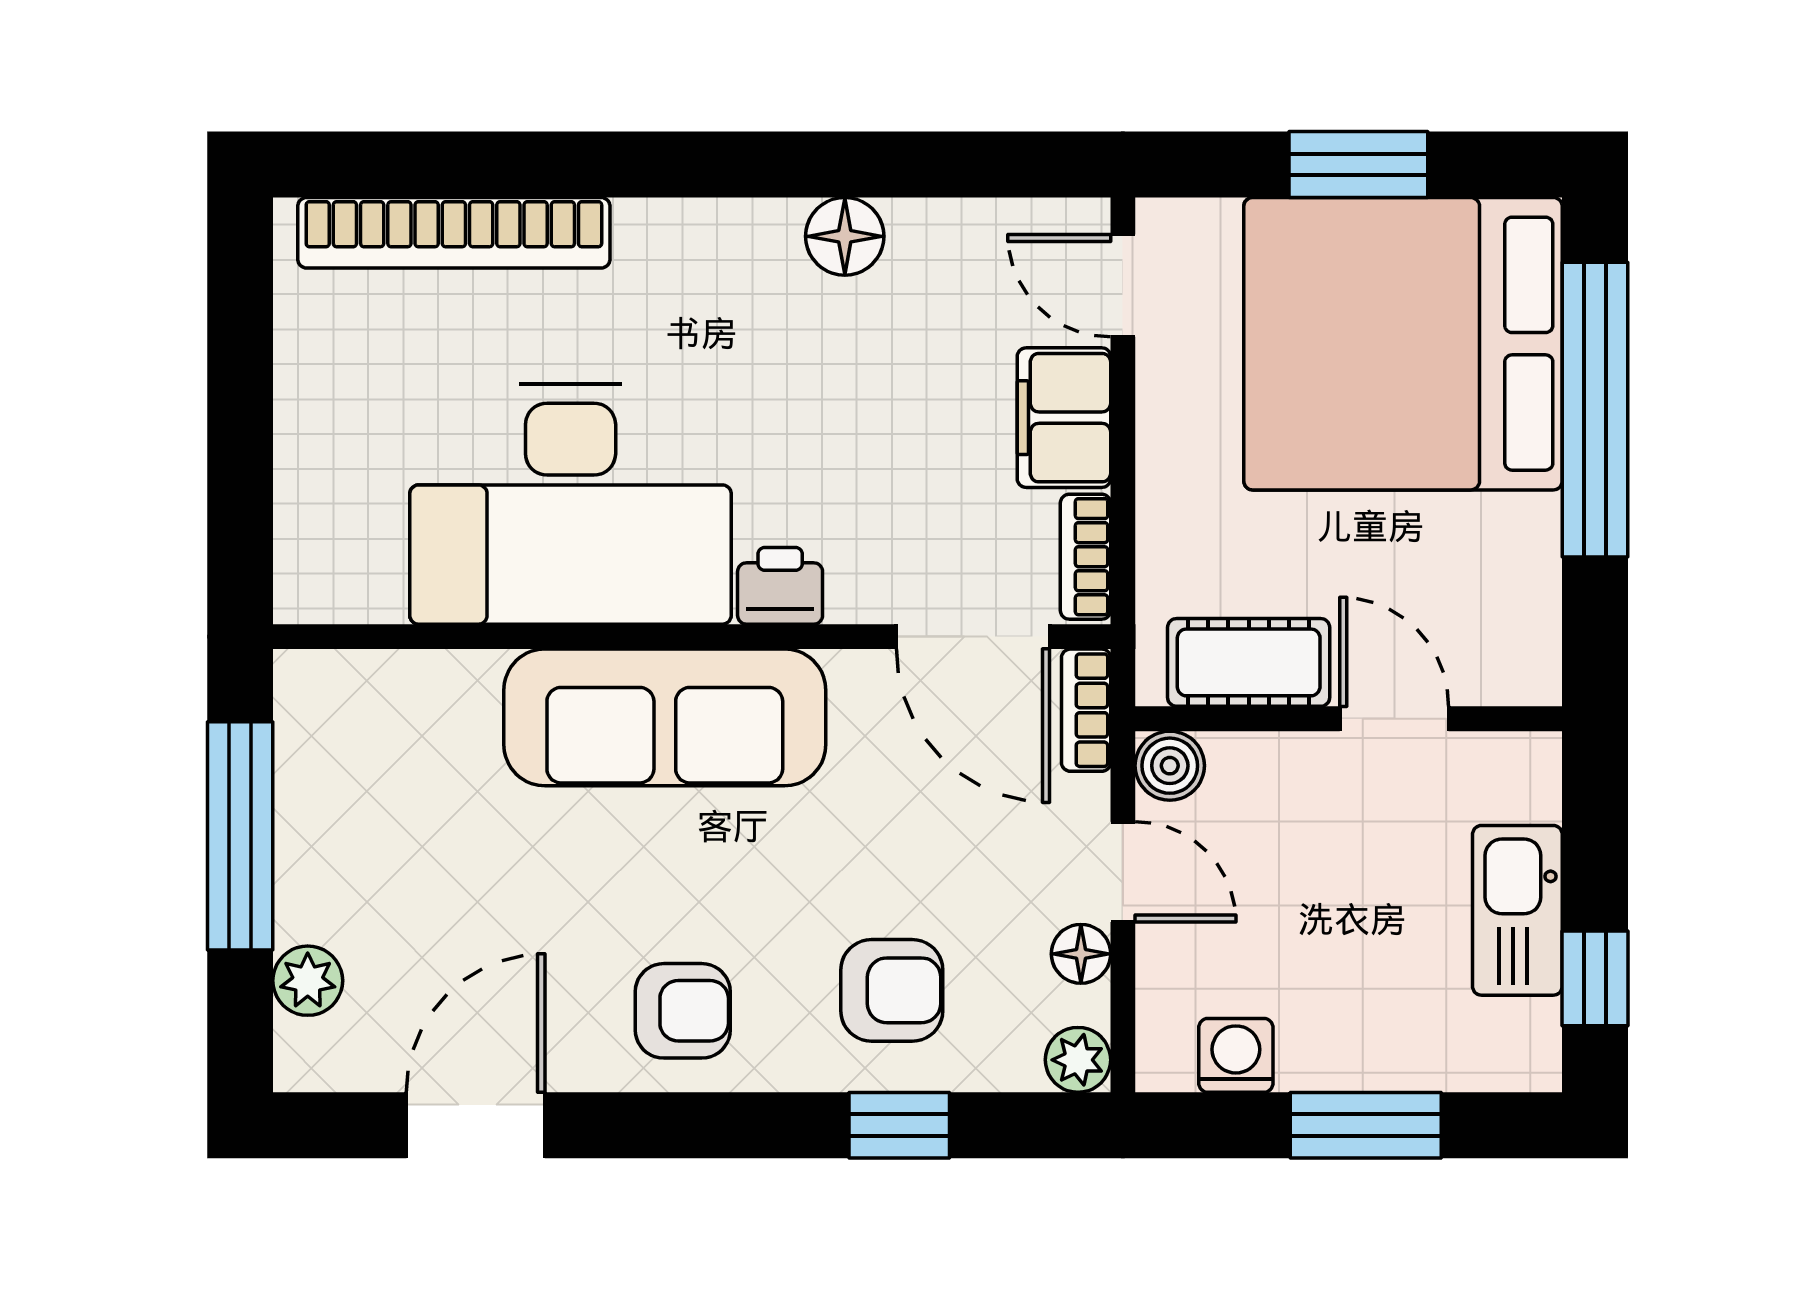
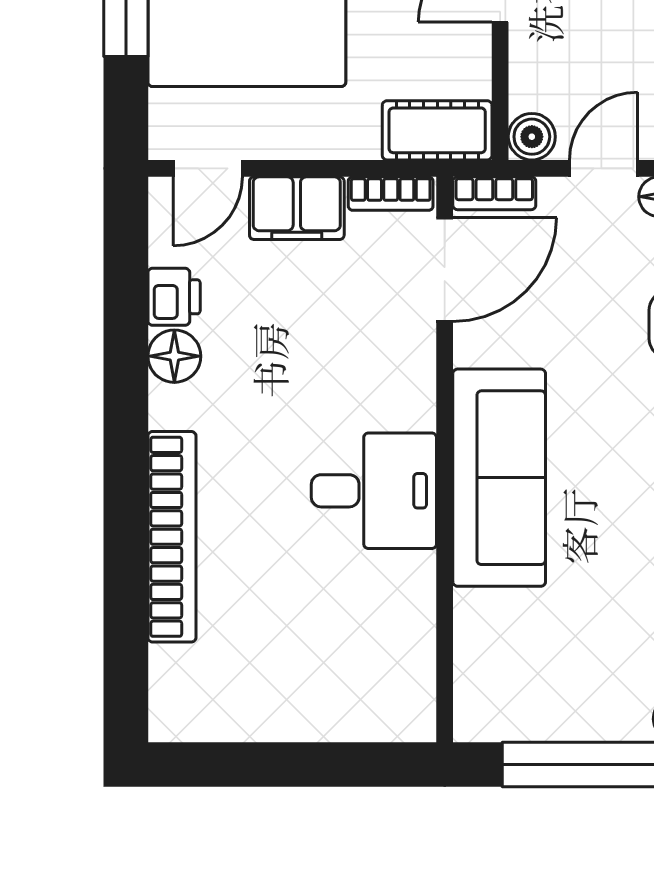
bookcase: (454, 233) -> (172, 537), moved
desk: (571, 504) -> (374, 491), width x0.53, depth x0.77
printer: (780, 586) -> (174, 297), moved, turned 180
cot: (1249, 662) -> (437, 130), moved, turned 90

